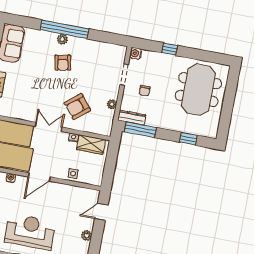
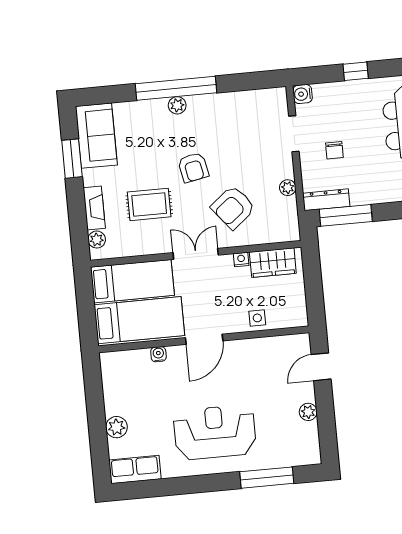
armchair: (63, 63) -> (193, 167), moved
rug: (30, 91) -> (149, 204), added

